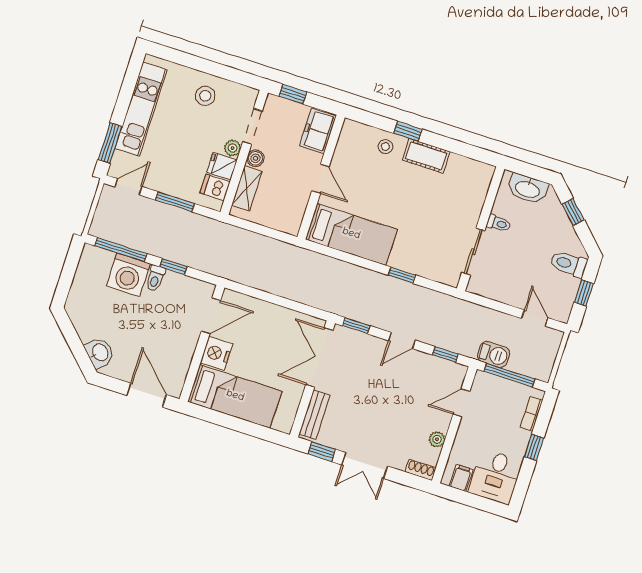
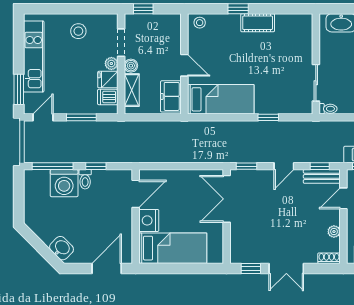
freezer: (318, 131) -> (171, 96), moved
stool: (385, 147) -> (200, 23), moved
toilet: (499, 224) -> (328, 109), moved
door: (147, 395) -> (107, 268), hinge flipped
bench: (315, 415) -> (322, 176), moved, turned 90

